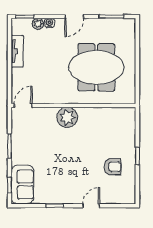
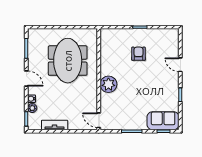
armchair: (112, 167) -> (138, 54), moved

